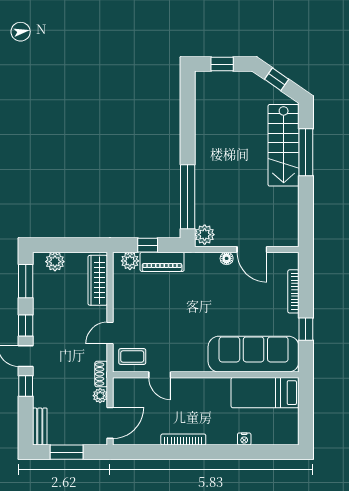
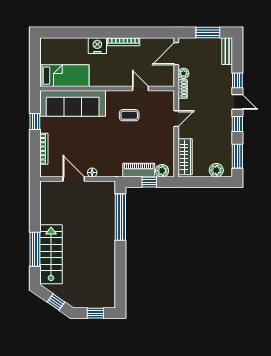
plant: (205, 235) -> (108, 190), removed
coffee table: (132, 356) -> (129, 115), moved
nightstand: (244, 439) -> (97, 46), moved, width x1.89, depth x1.79

